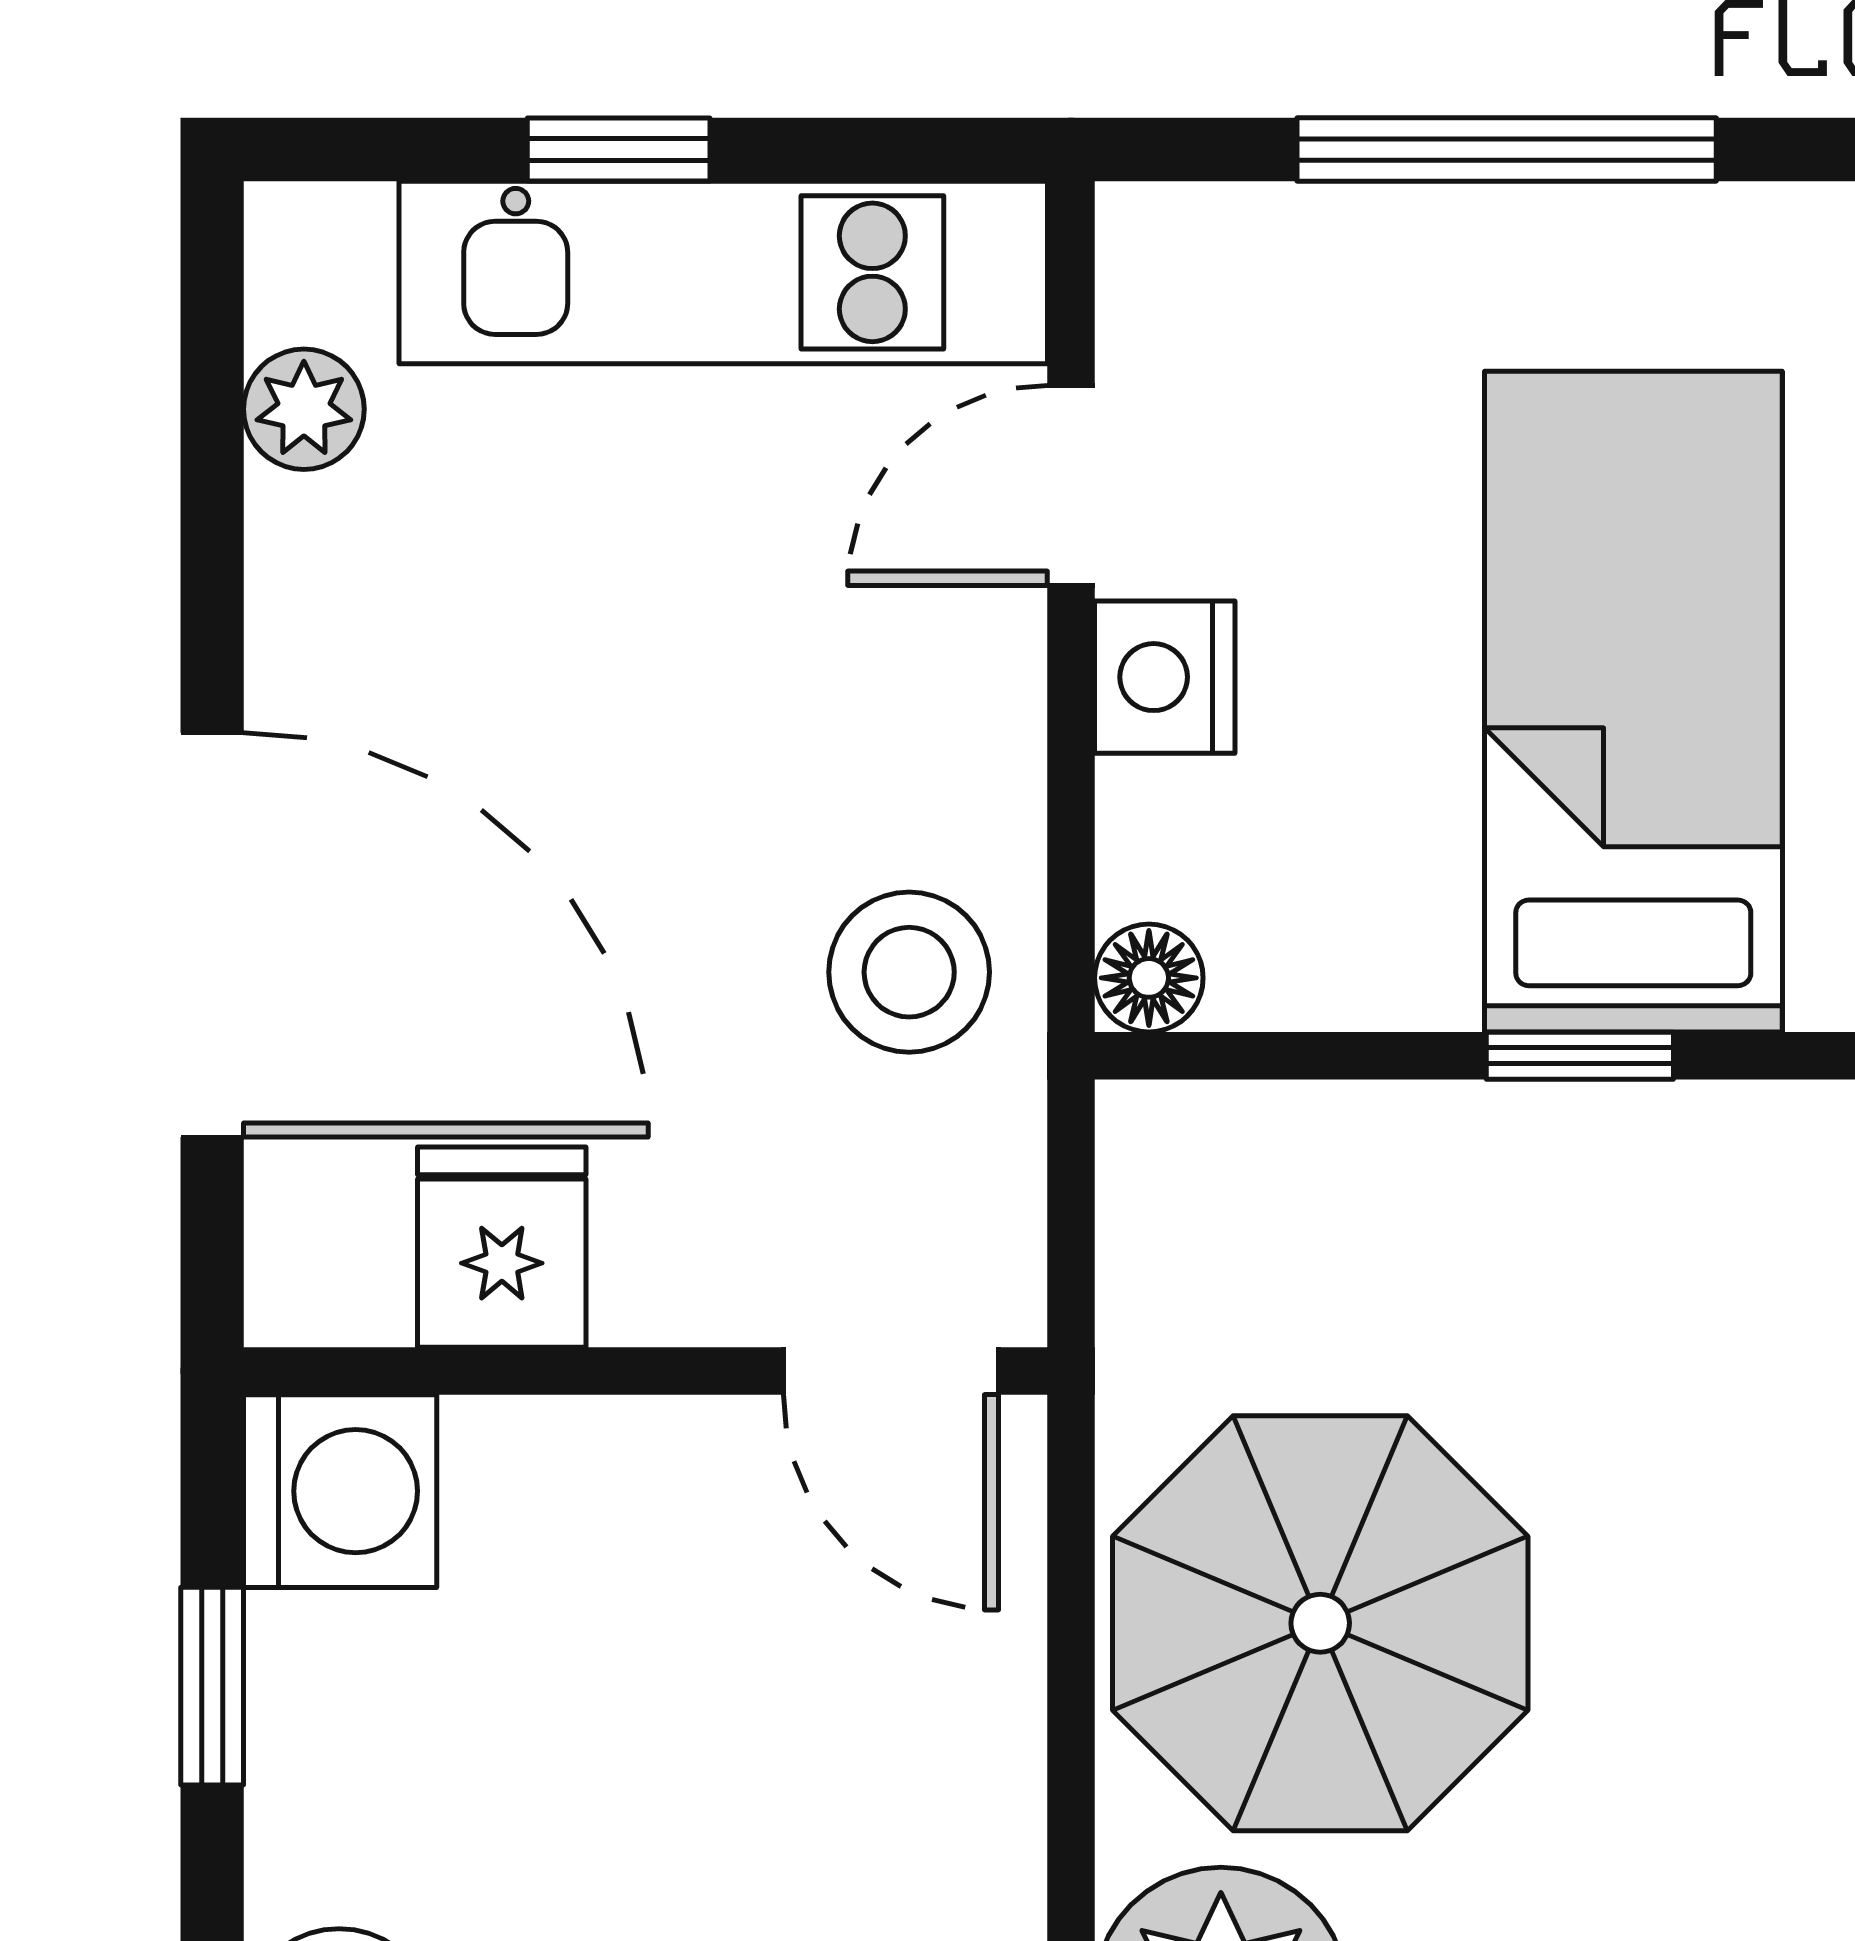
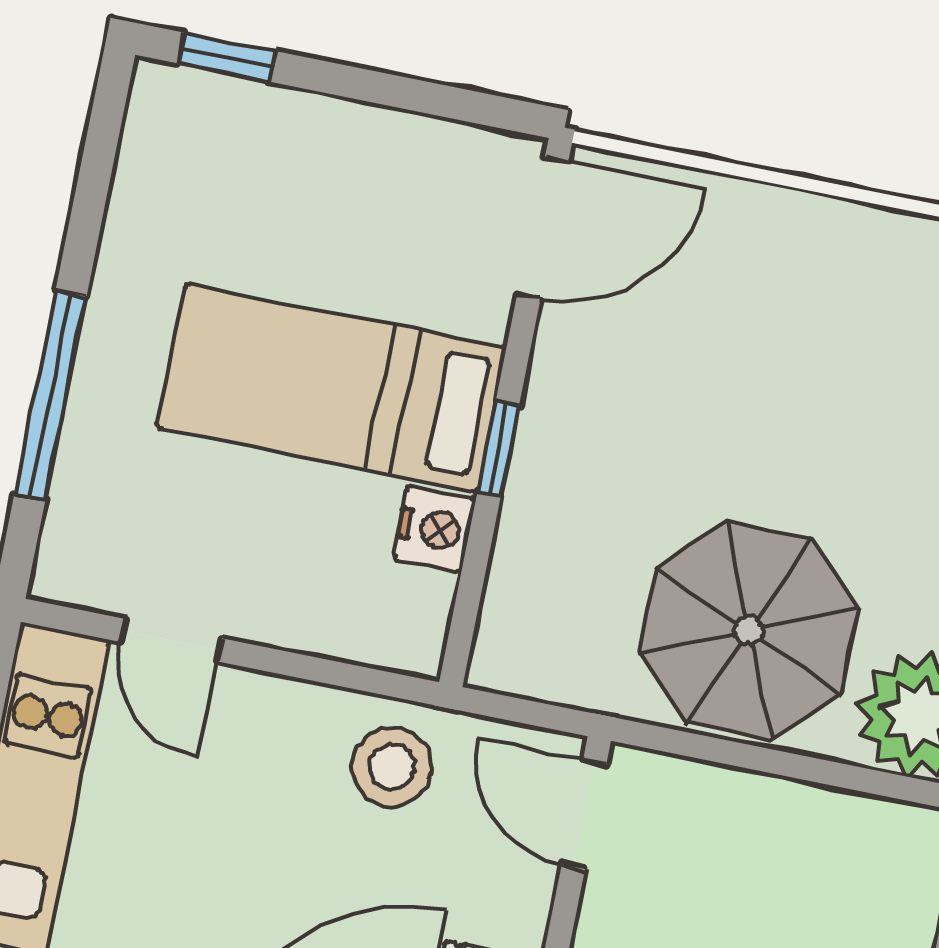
nightstand: (1165, 677) -> (435, 529), moved, turned -90
floor lamp: (1149, 978) -> (418, 651), removed
door: (891, 1371) -> (584, 815), swing flipped

